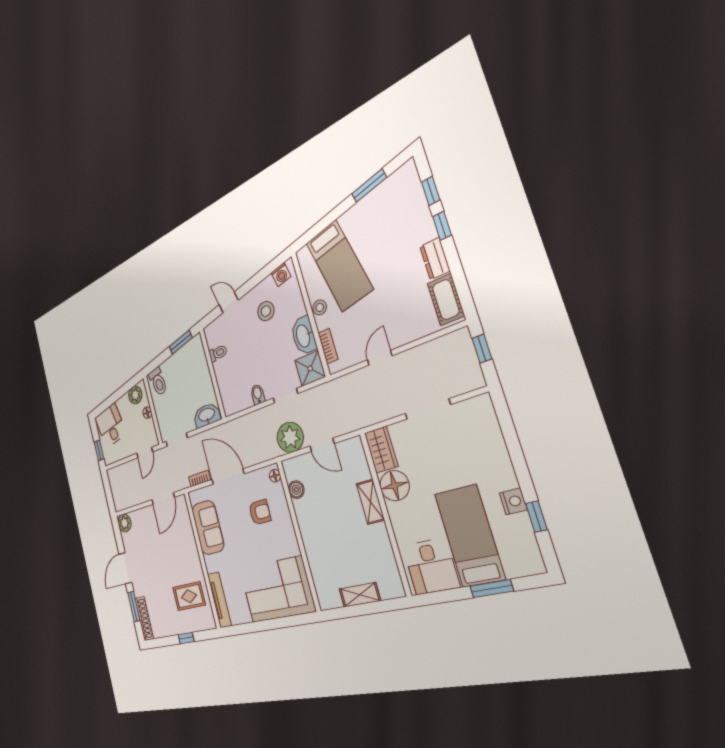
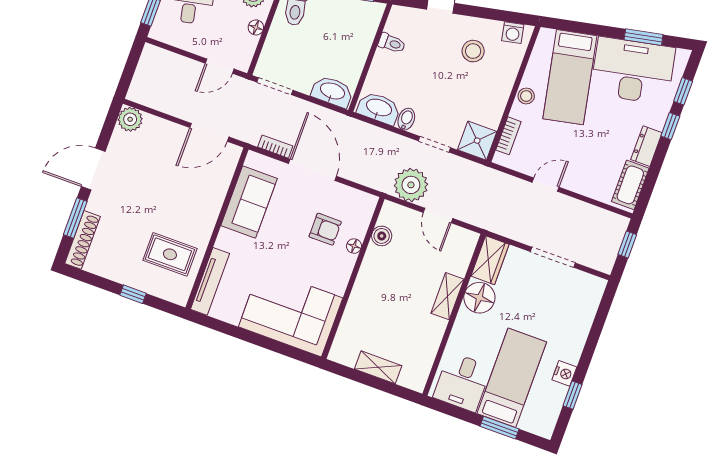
desk: (380, 216) -> (633, 71), added
washbasin: (304, 336) -> (379, 108), moved, turned 90
floor lamp: (275, 476) -> (354, 246), moved

